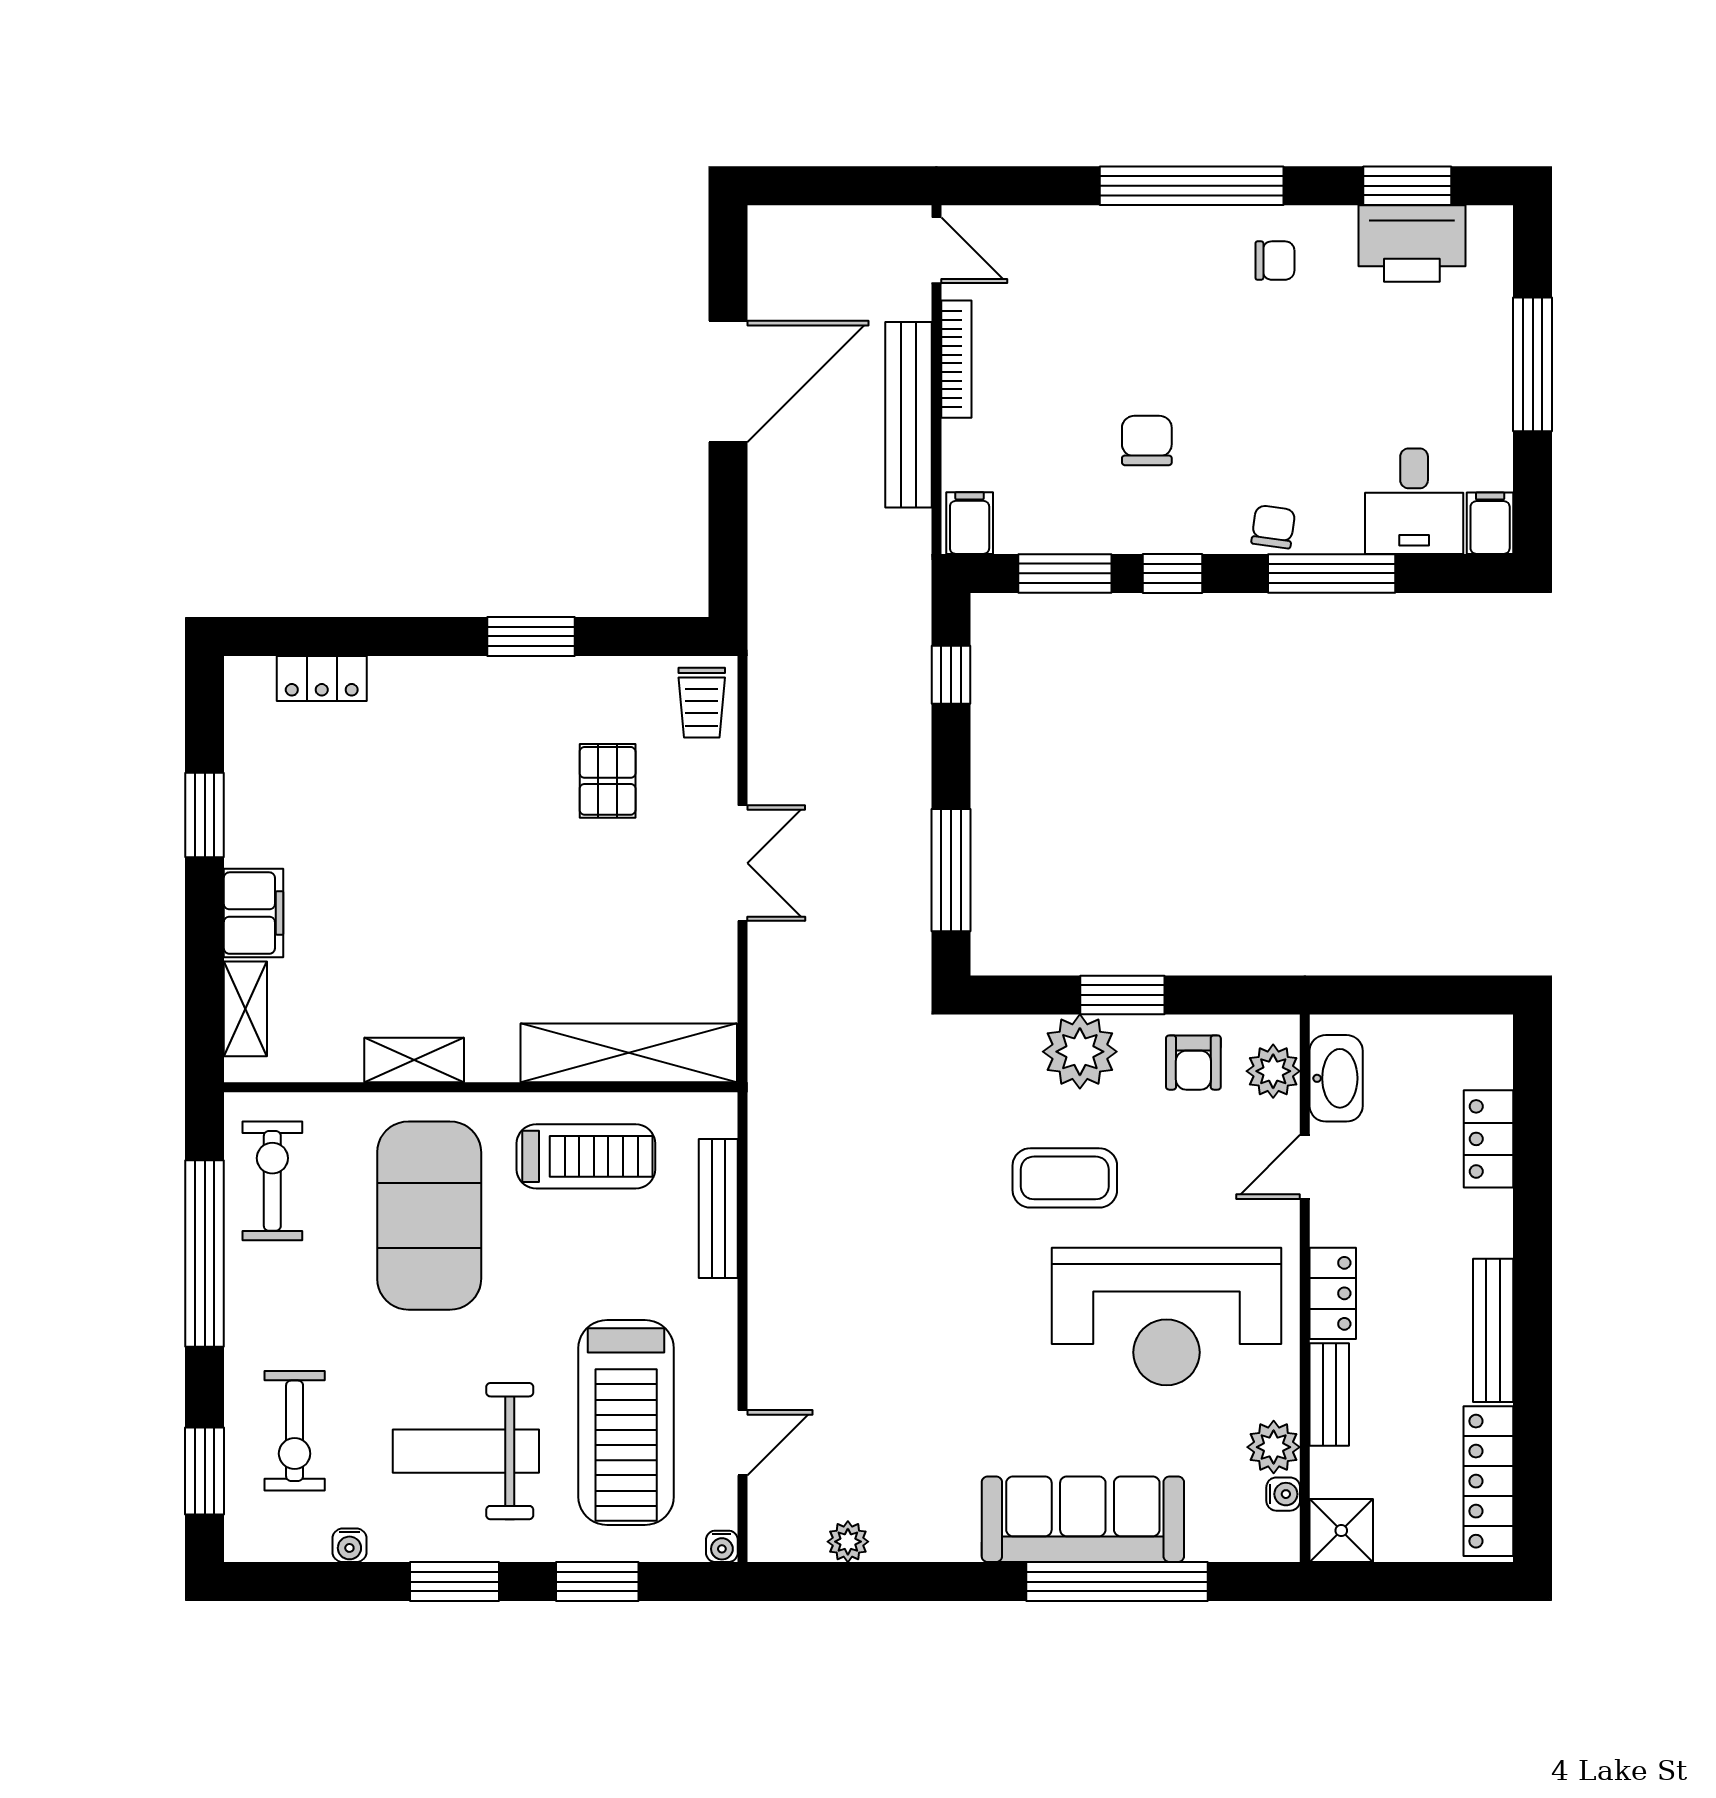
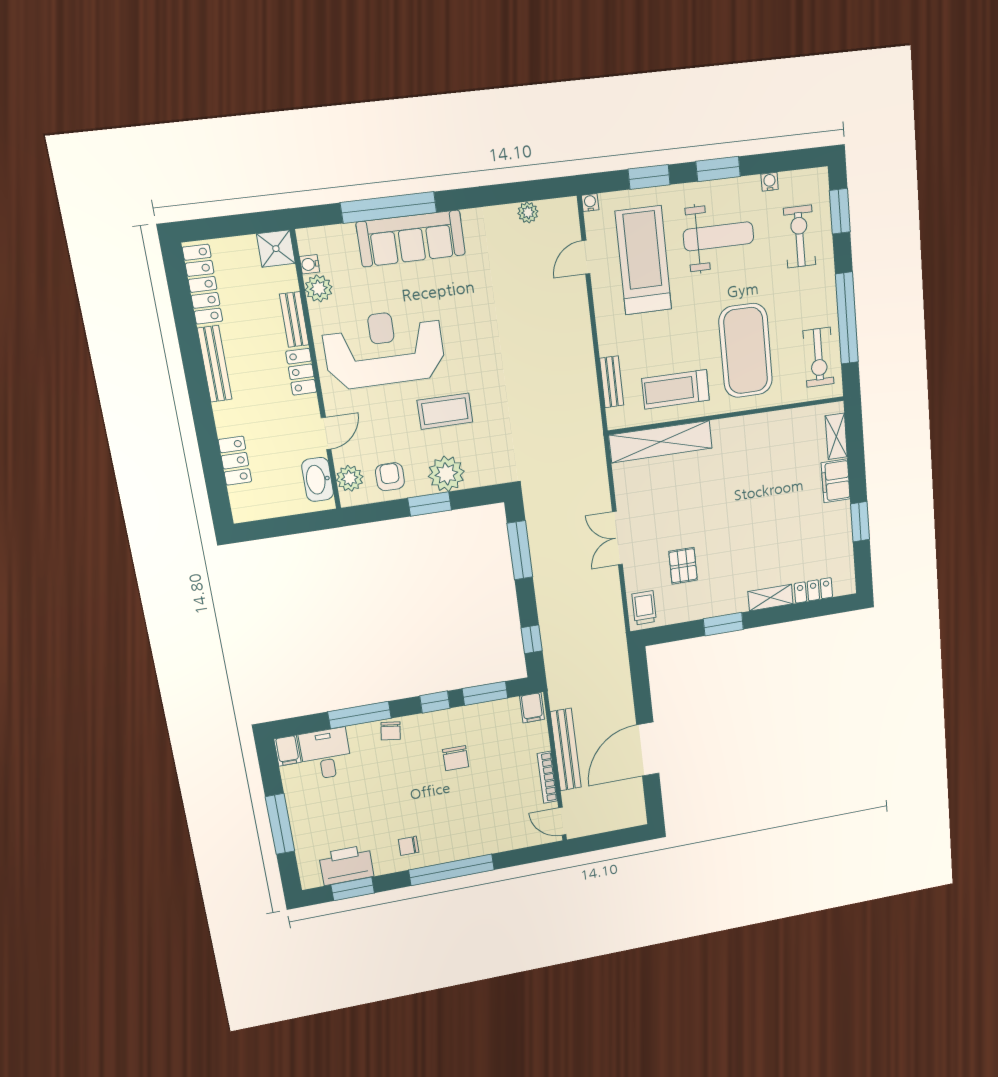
shelving: (414, 1060) -> (770, 598), moved
bench: (718, 1209) -> (612, 382), width x0.73

